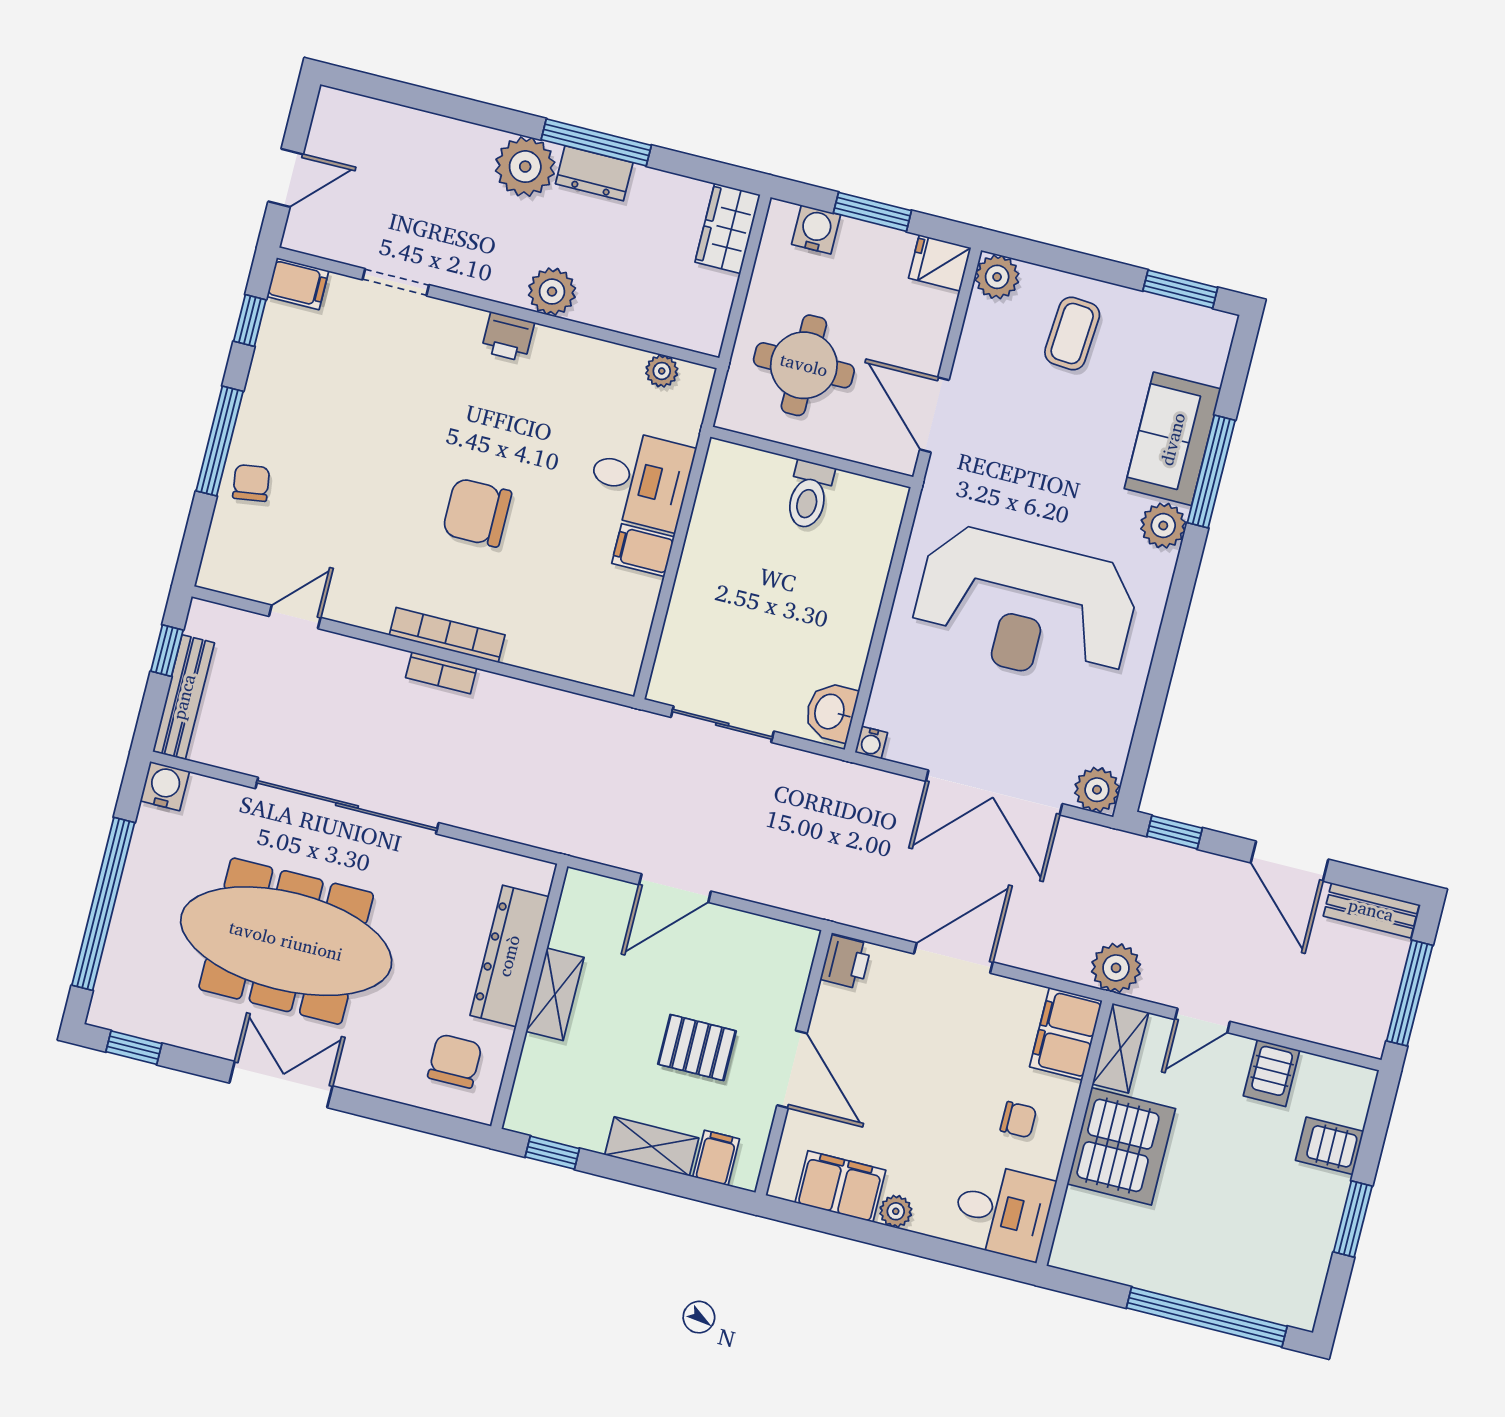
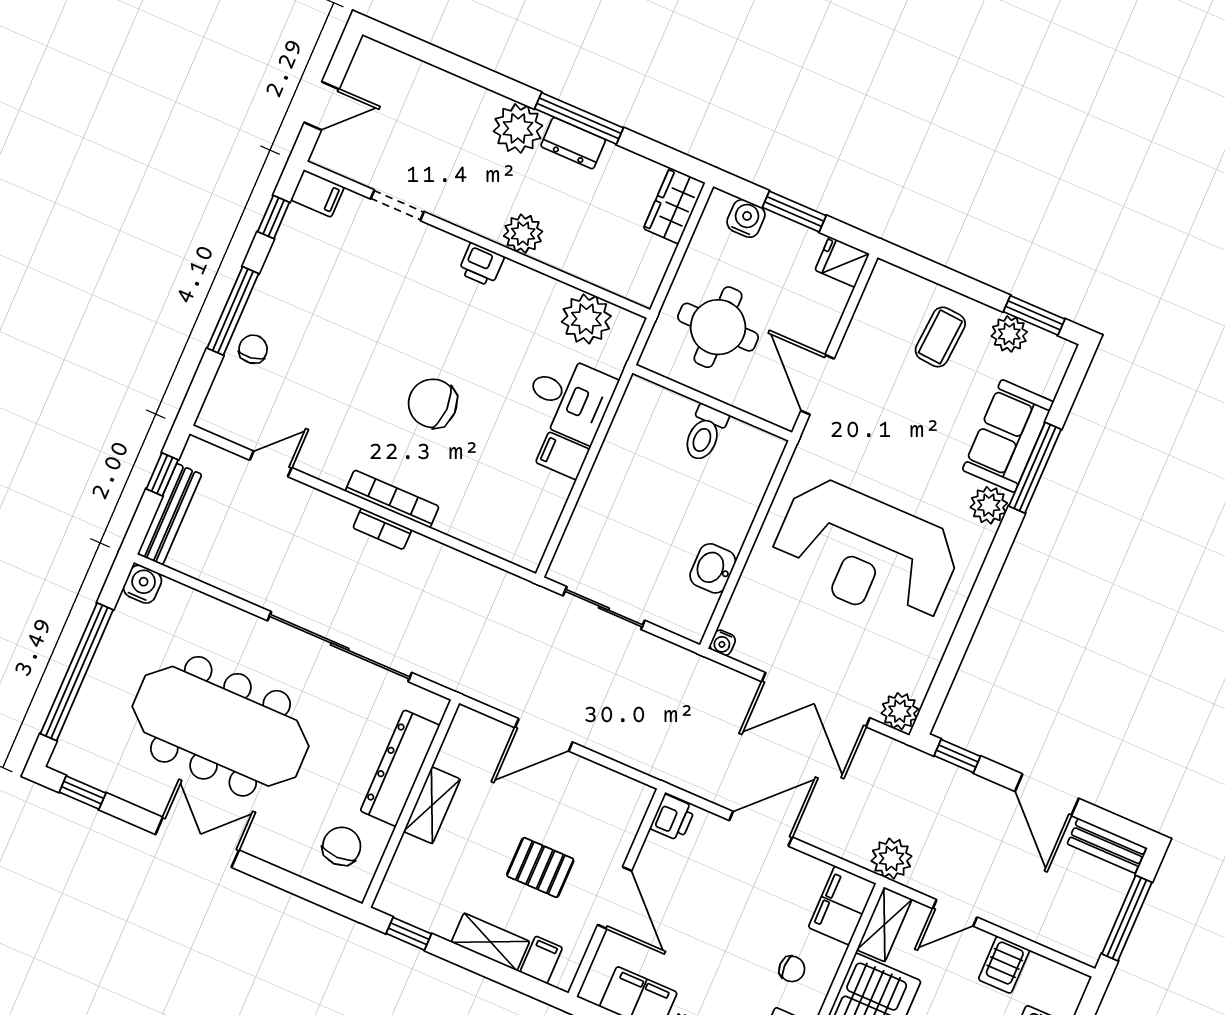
plant: (997, 277) -> (1009, 334), moved
plant: (662, 371) -> (586, 319), width x1.88, depth x1.88
washbasin: (831, 712) -> (713, 568), moved
sliding door: (347, 806) -> (340, 647), moved

